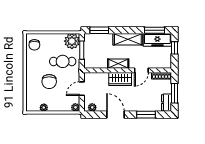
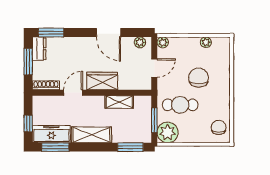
shelving: (118, 64) -> (119, 102), moved
window: (146, 115) -> (51, 33), moved

